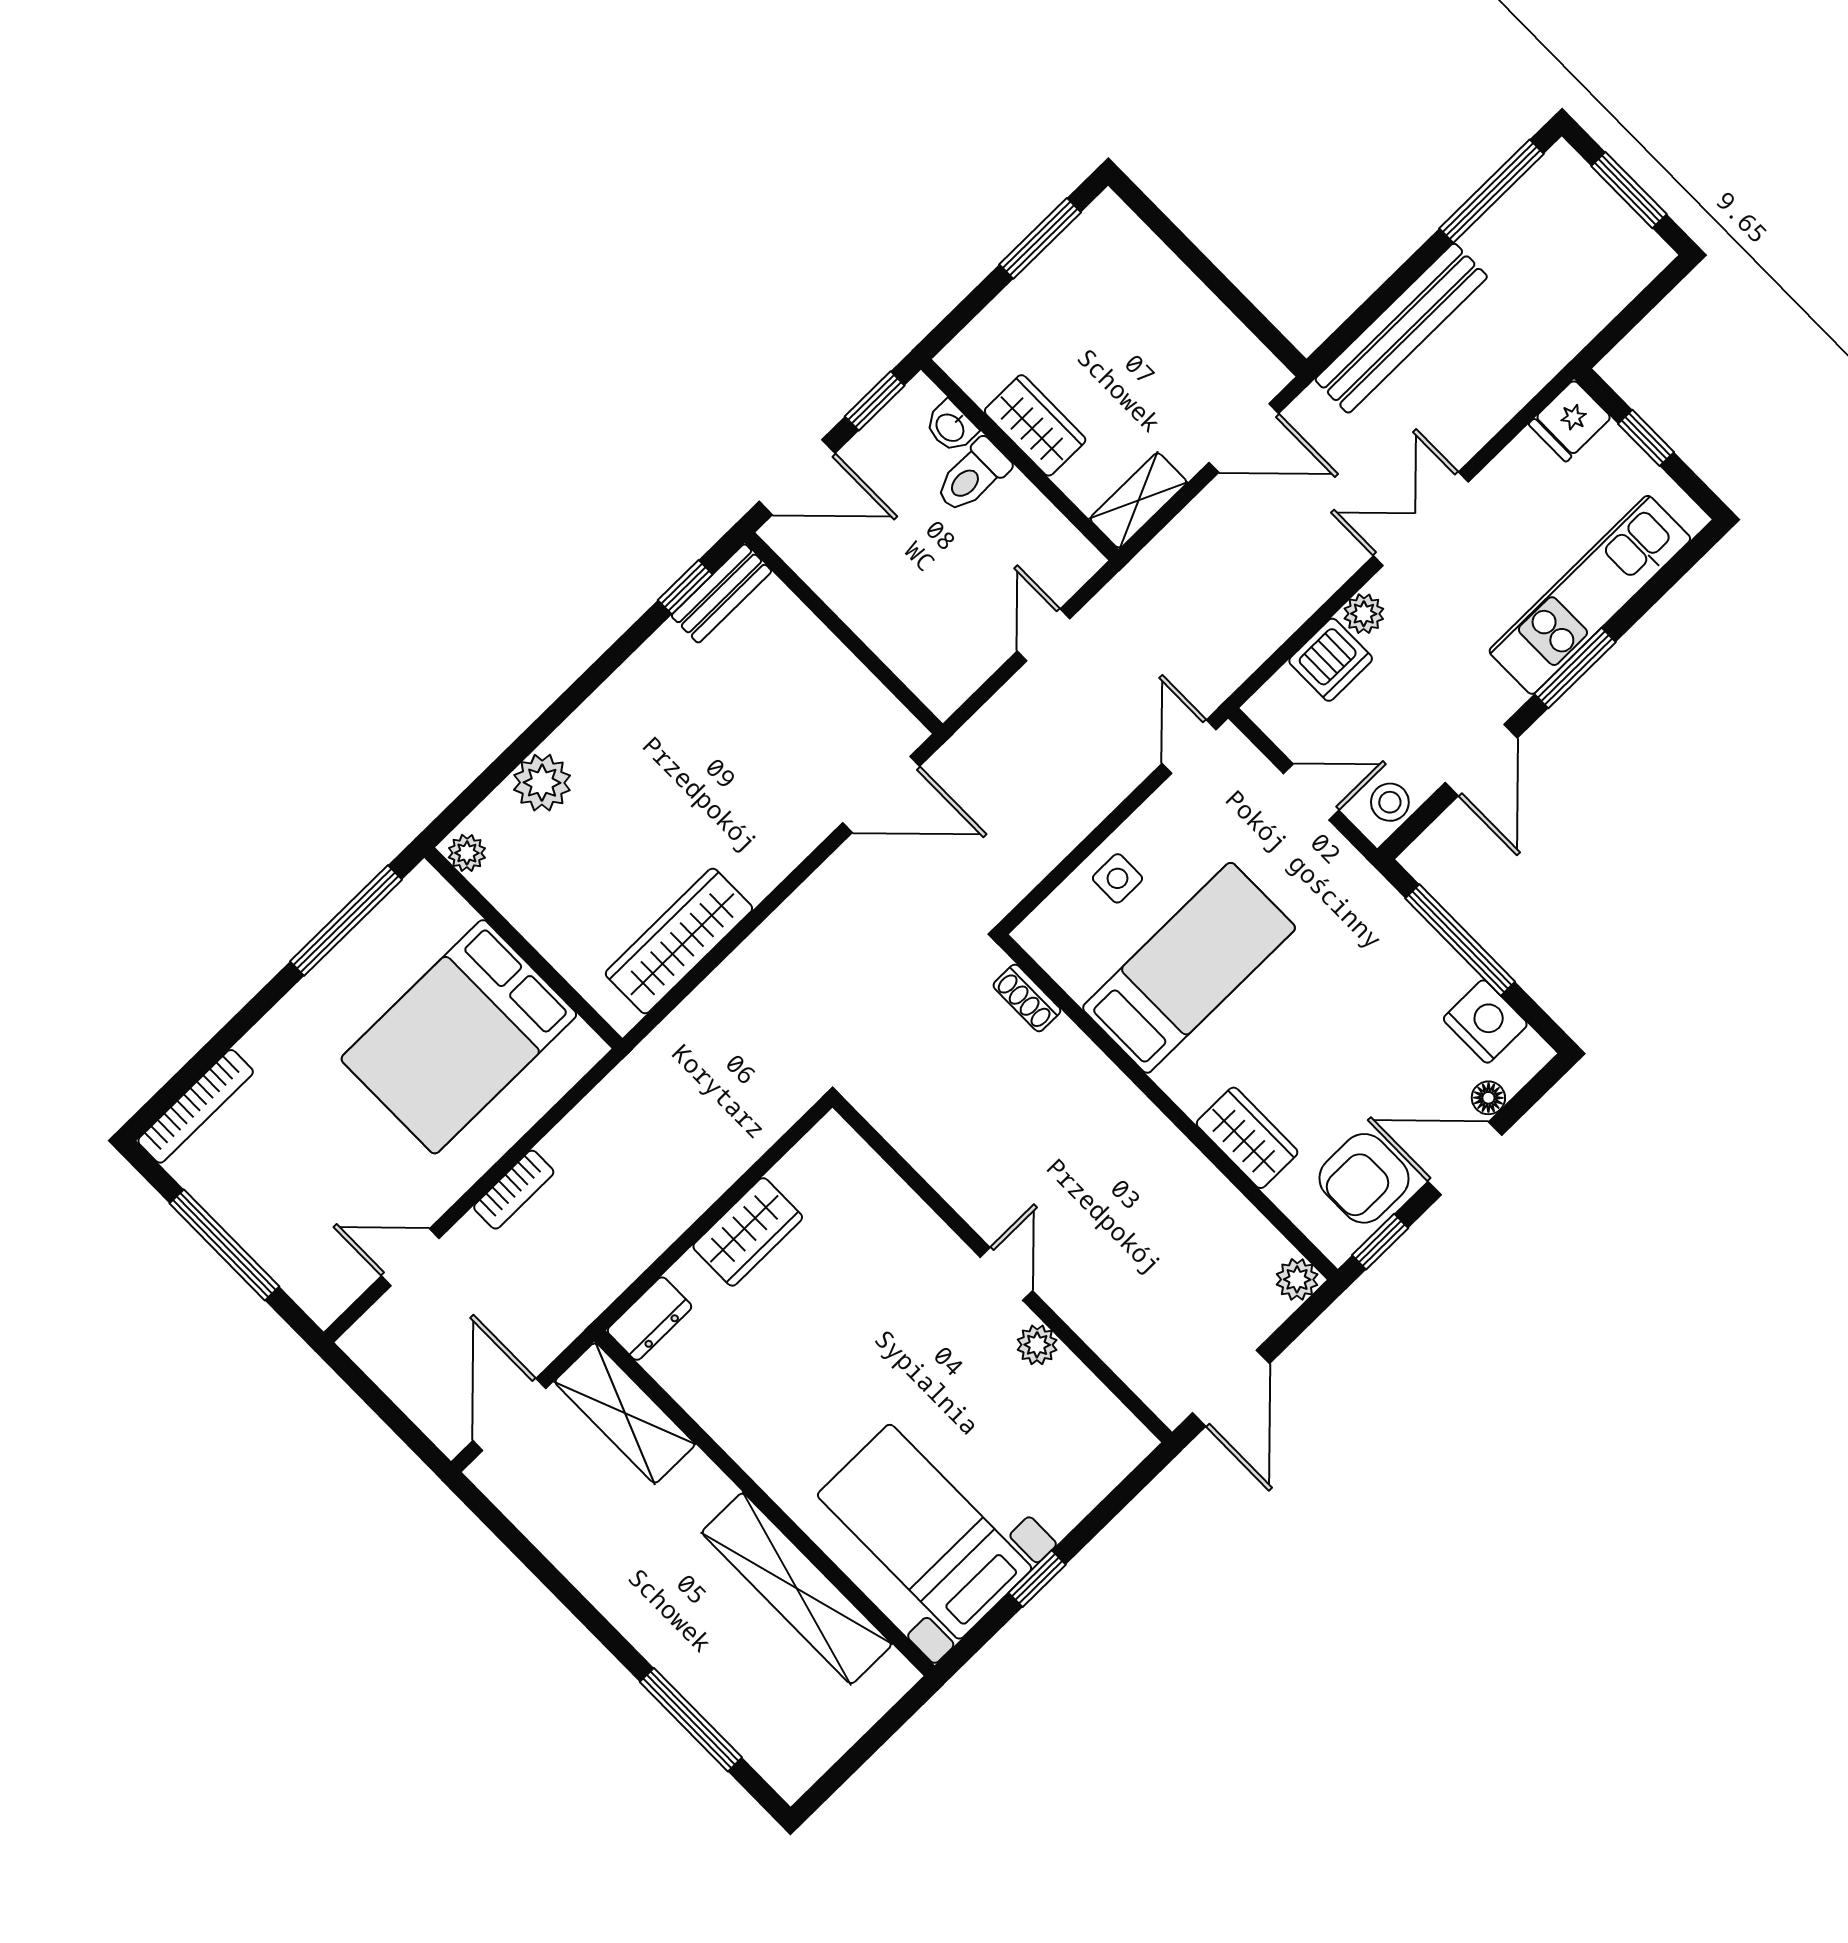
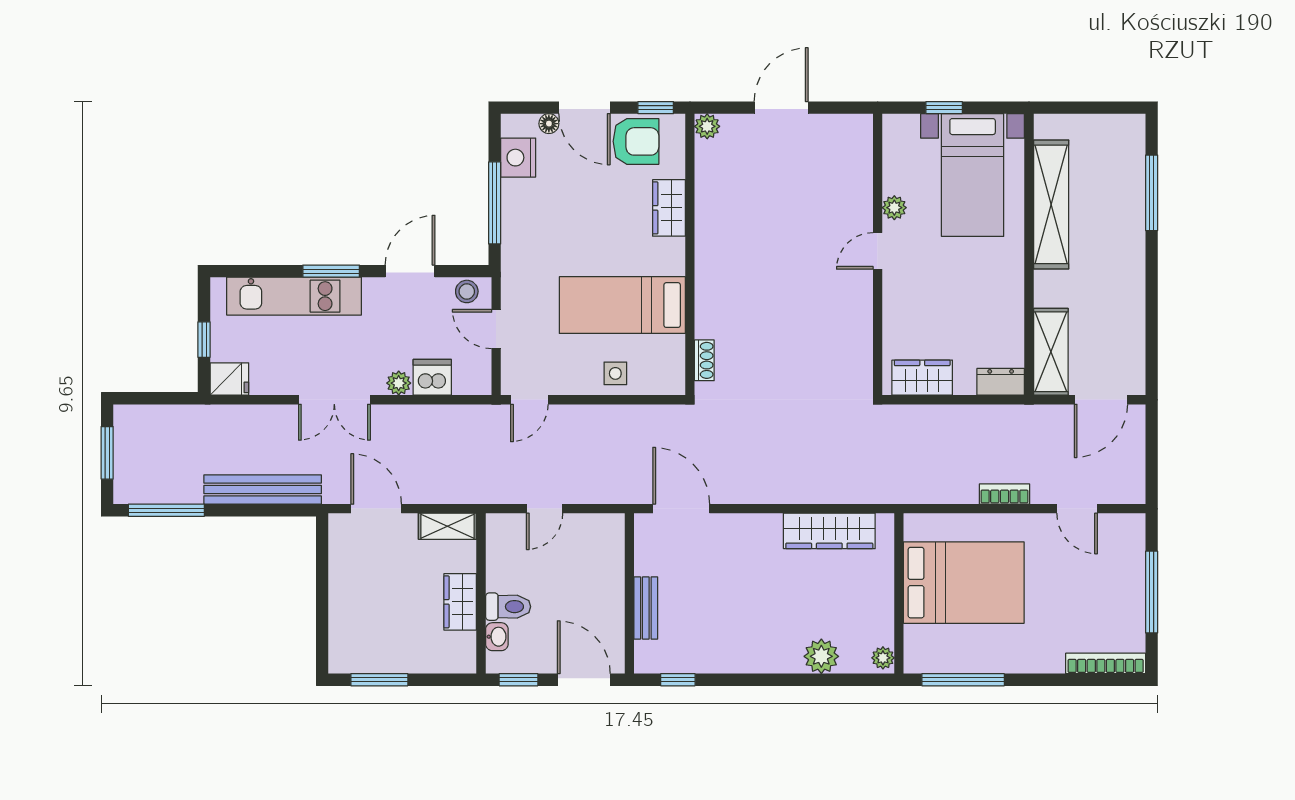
bench: (721, 593) -> (646, 608), moved, turned 90
wall: (1002, 1270) -> (878, 254), moved
door: (1006, 1274) -> (878, 251), moved
plant: (1037, 1345) -> (894, 208), moved

